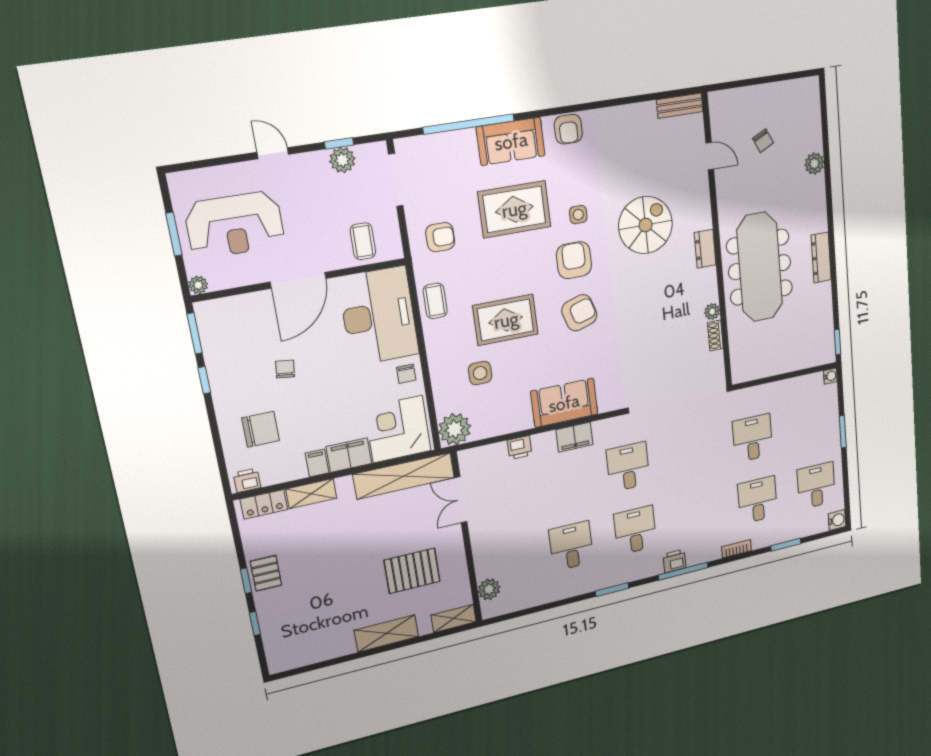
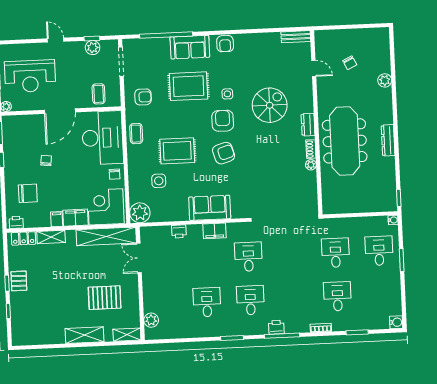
shoe rack: (715, 335) -> (311, 149), moved
desk: (816, 486) -> (379, 251), moved

